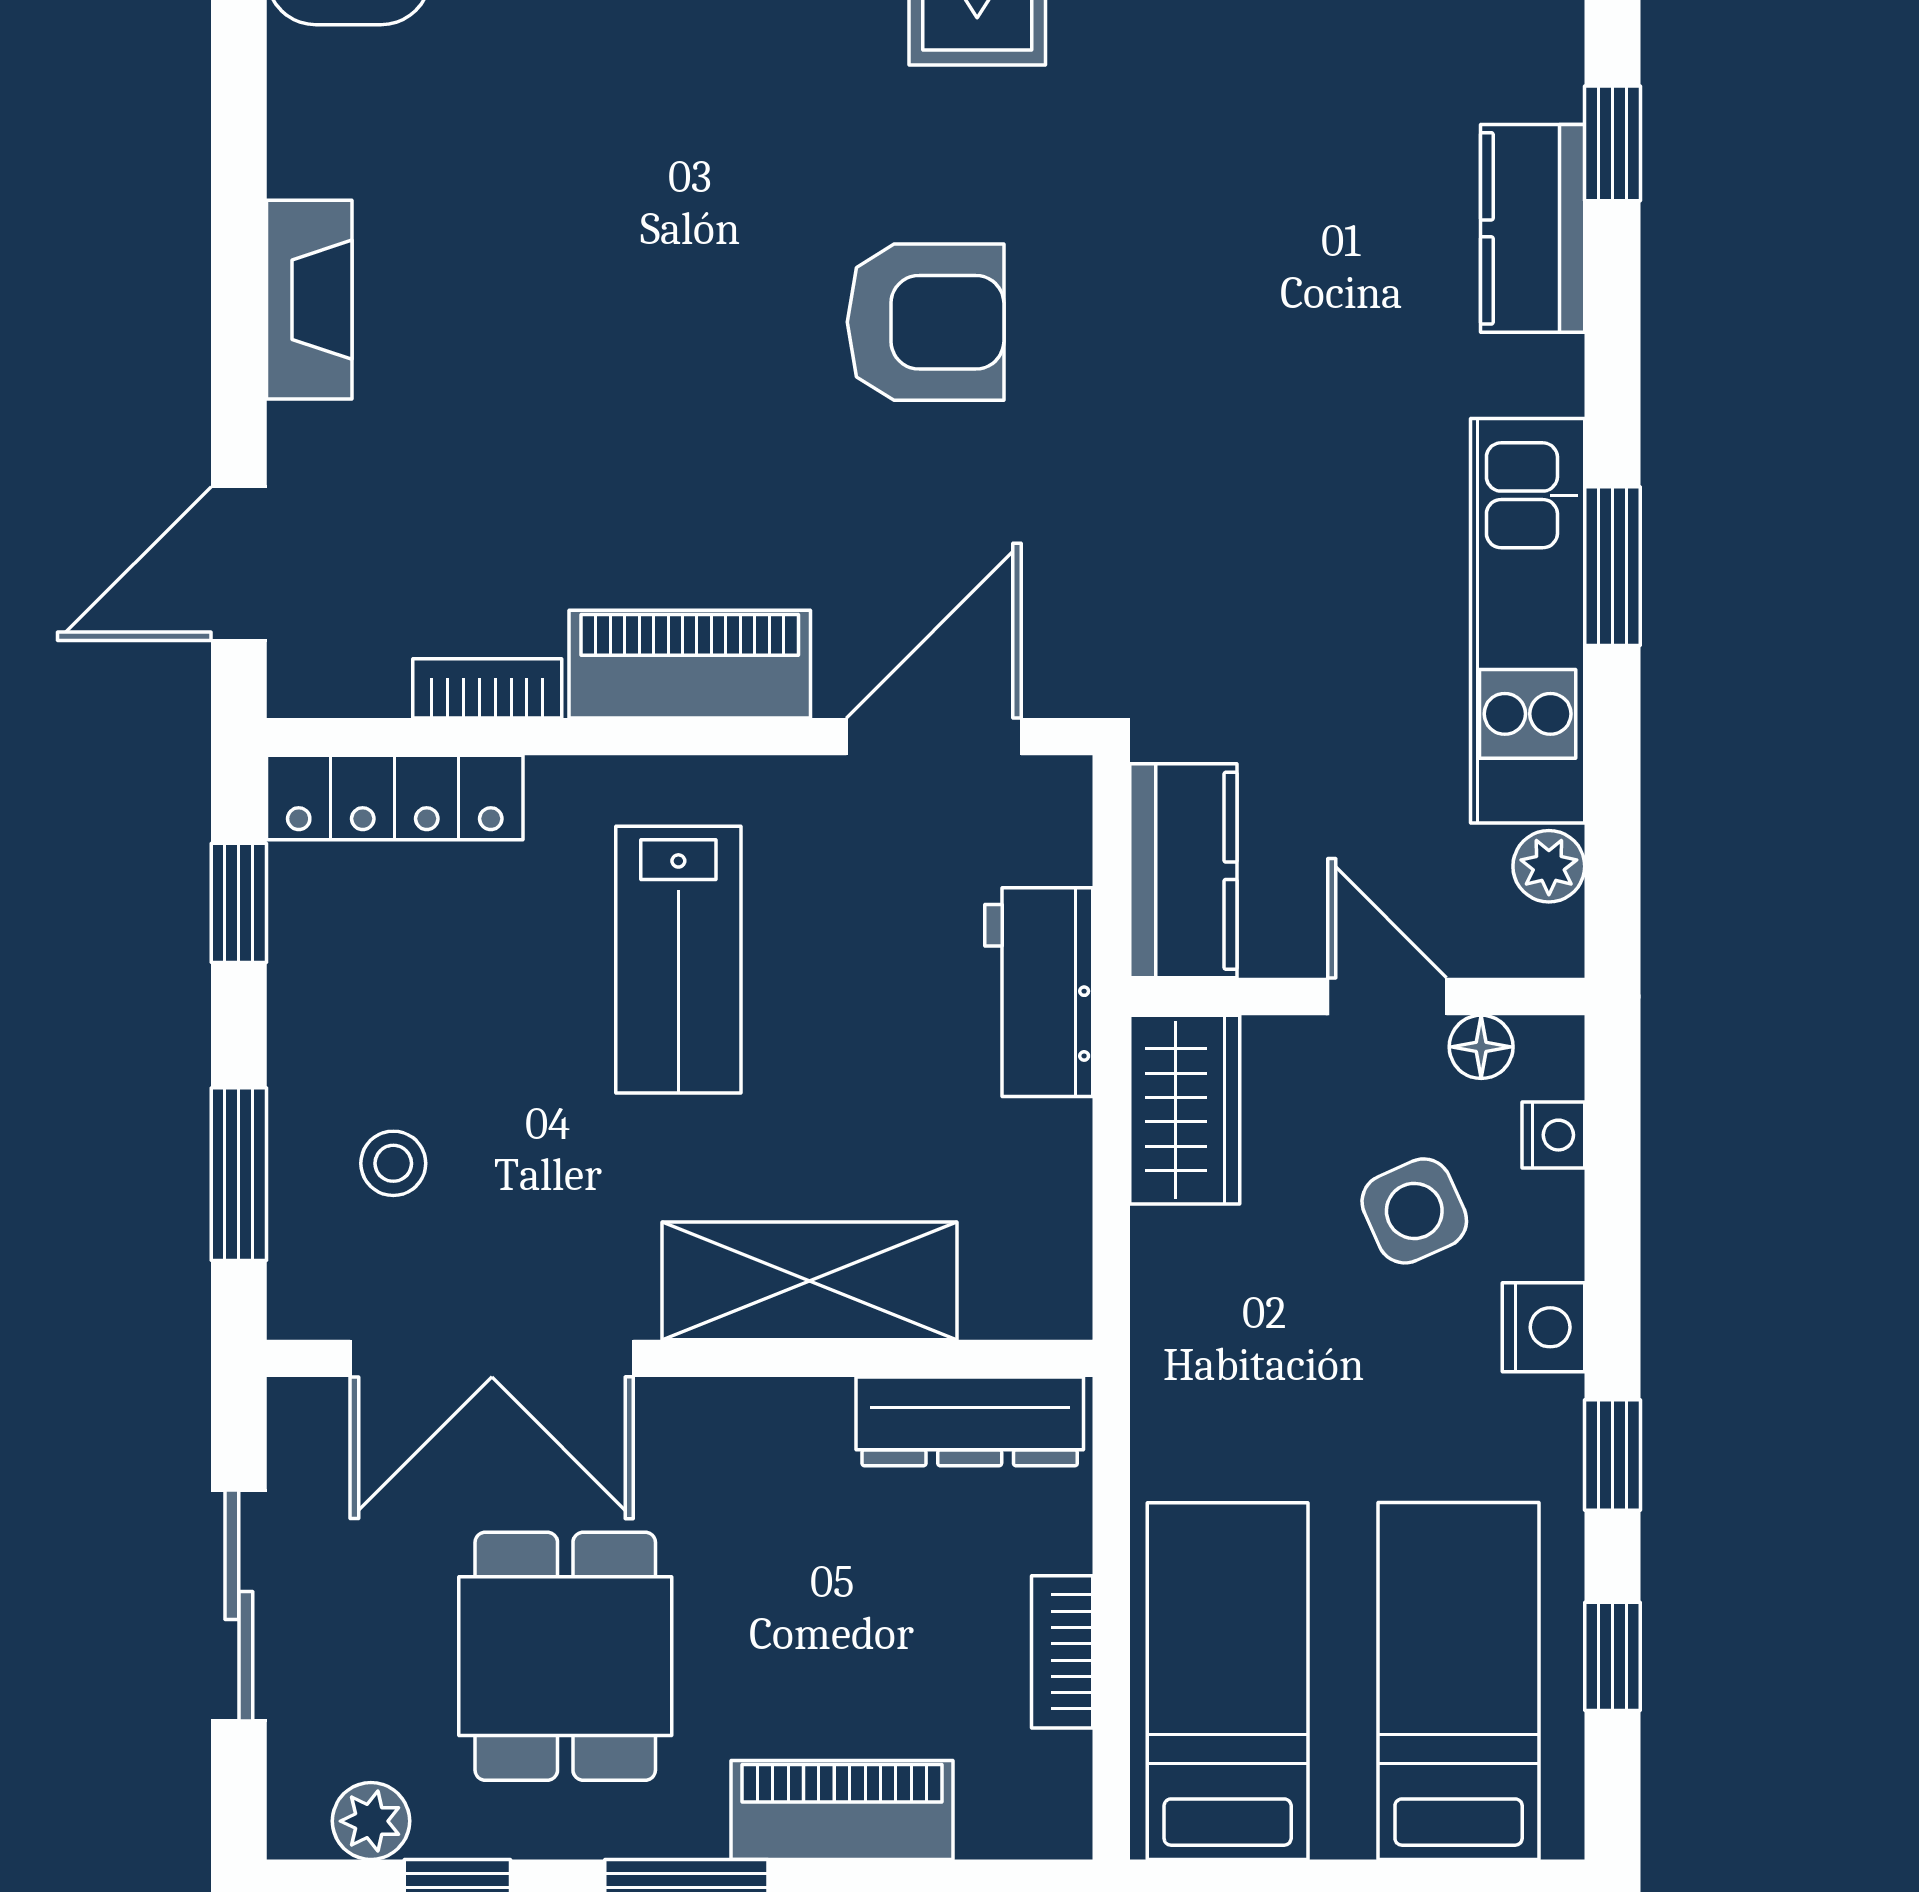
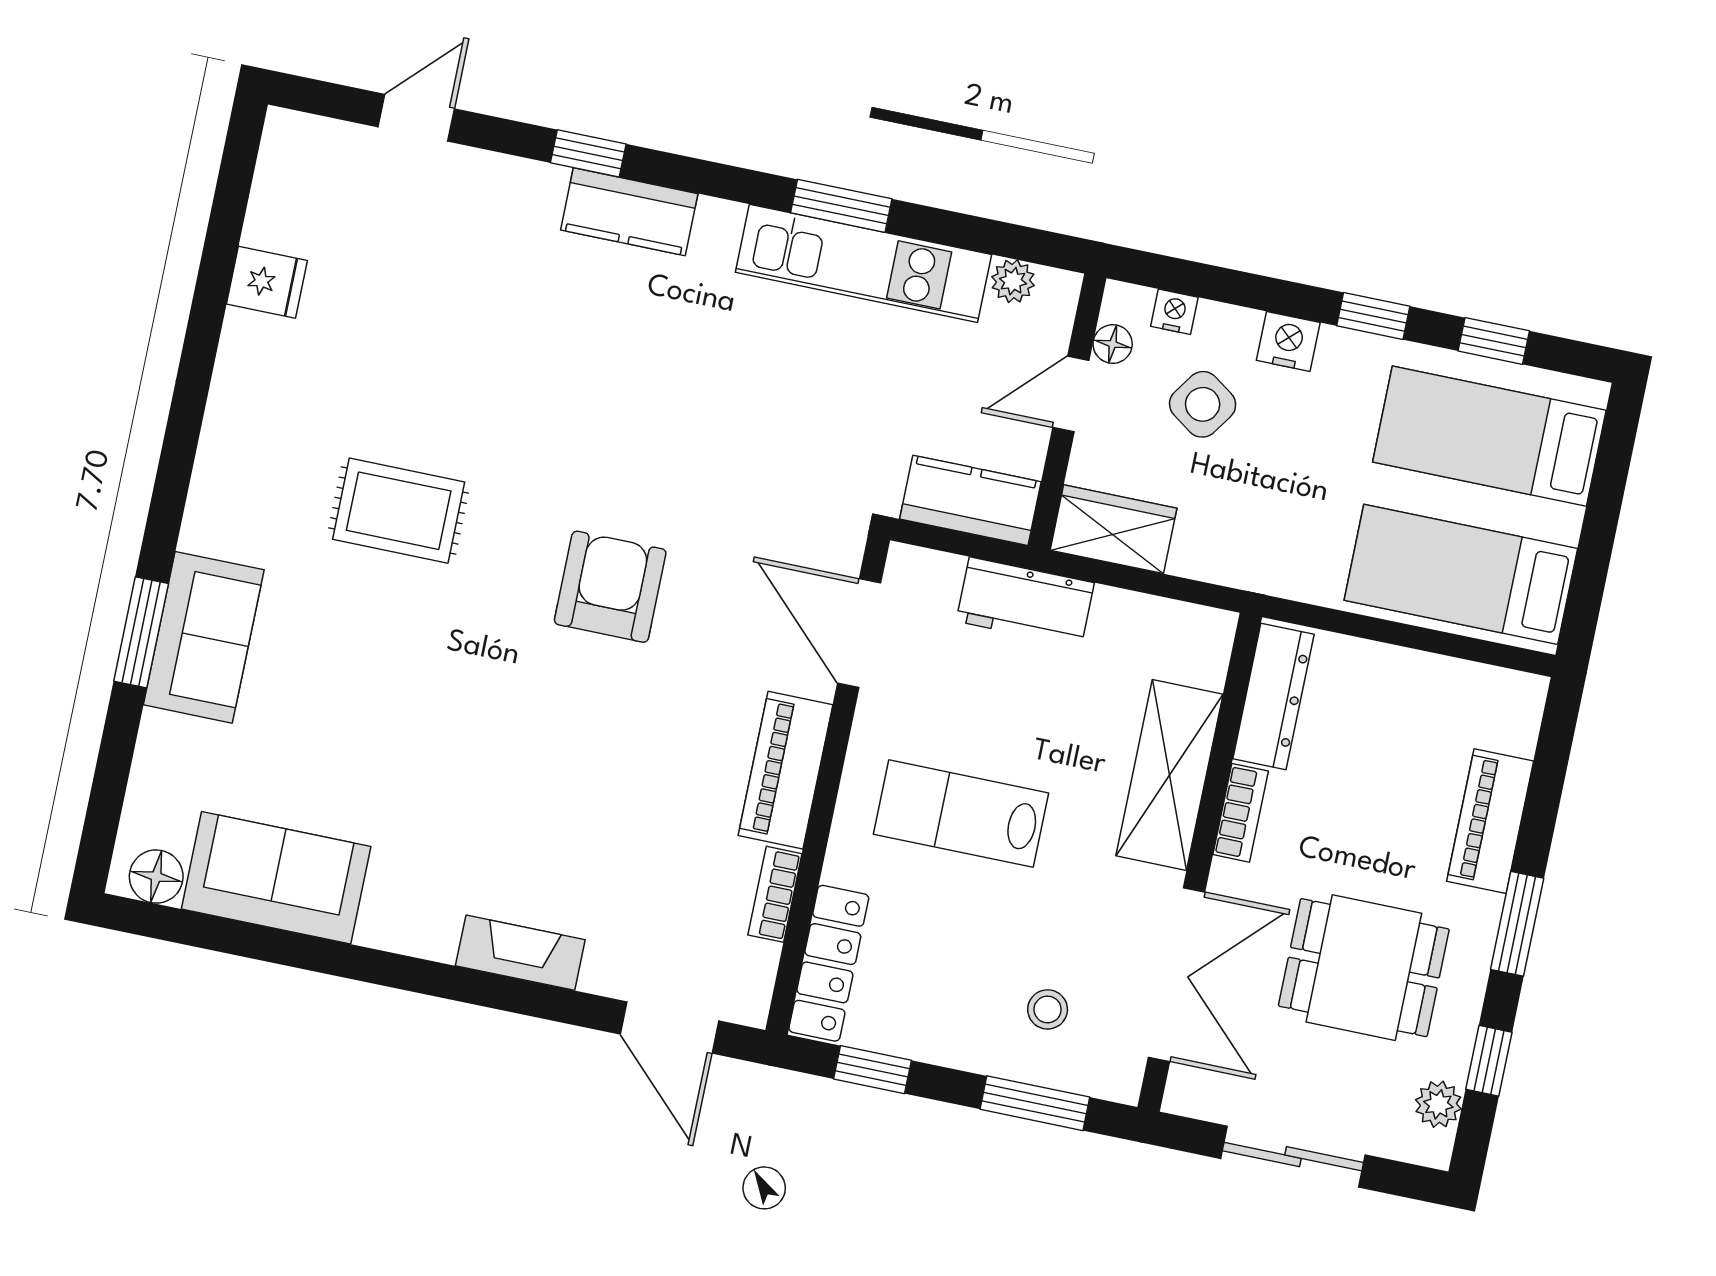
lab bench: (678, 960) -> (961, 814), turned 180
side table: (1414, 1211) -> (1203, 404), turned -31
bookcase: (1062, 1652) -> (1241, 813), moved, turned -90

